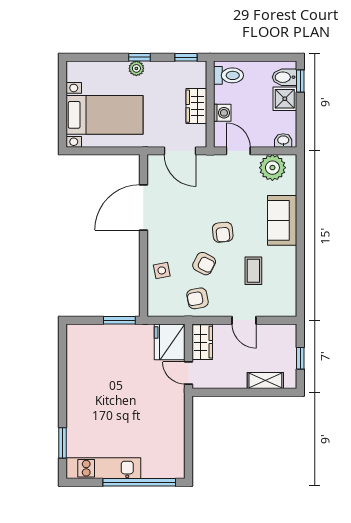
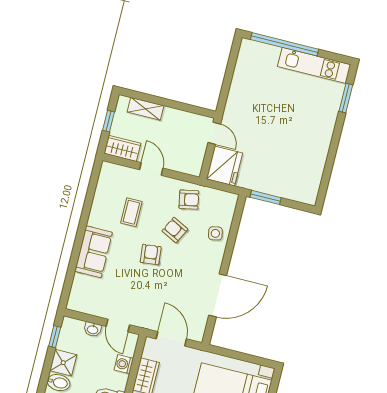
window: (300, 81) -> (55, 337), moved
washbasin: (283, 140) -> (93, 329), moved
plant: (272, 168) -> (90, 302), removed
wardrobe: (202, 342) -> (122, 148), moved, turned 90

